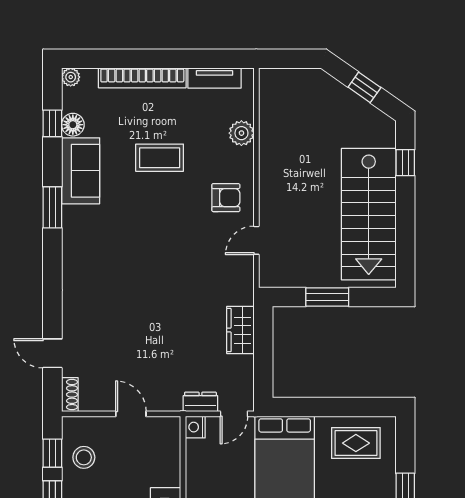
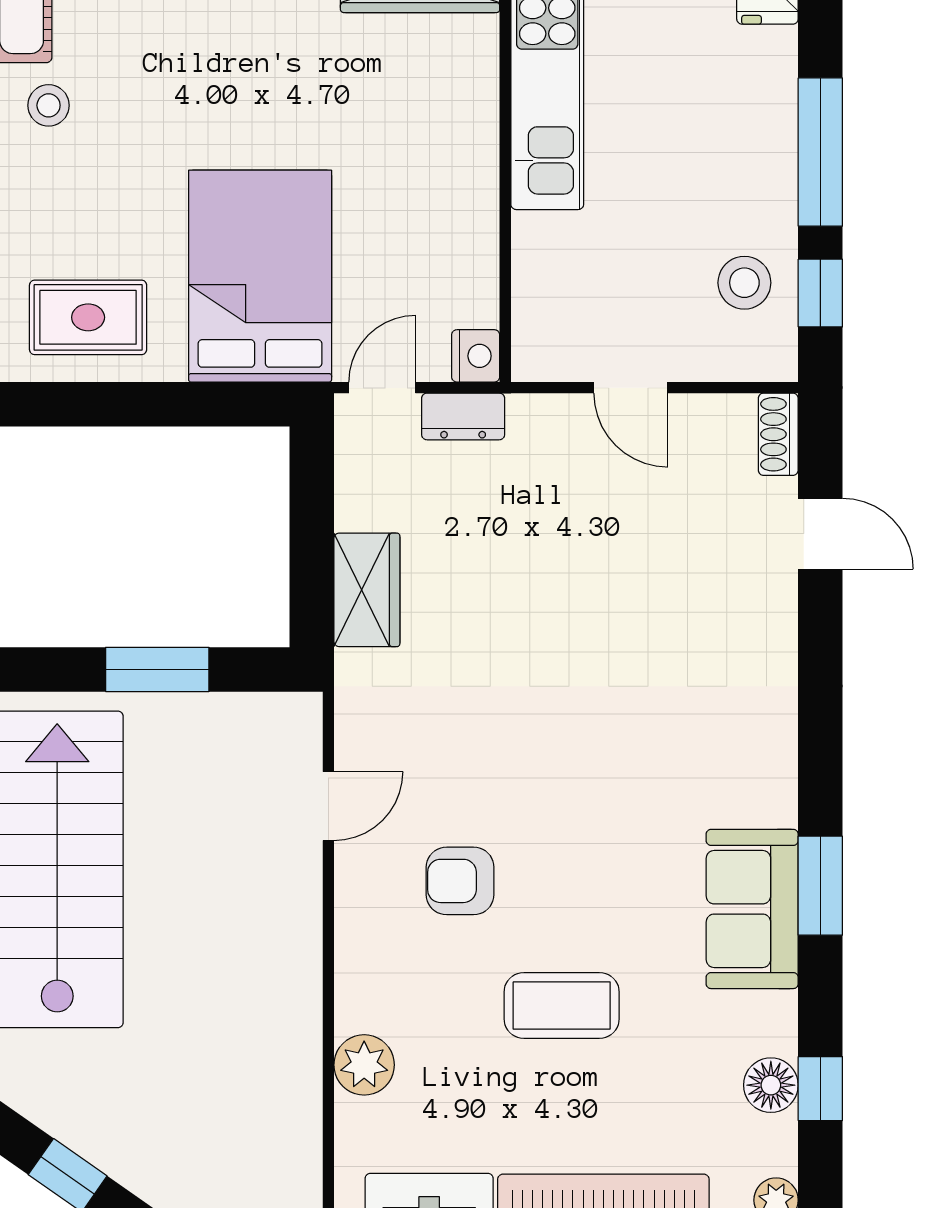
sofa: (81, 171) -> (752, 909), moved
armchair: (226, 198) -> (460, 881), moved

